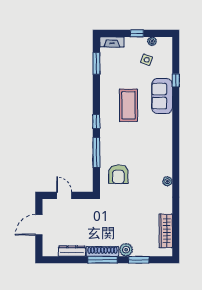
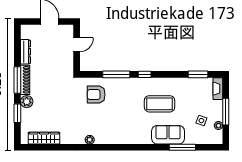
window: (137, 33) -> (226, 112), width x2.17
window: (176, 80) -> (182, 147), width x2.17

